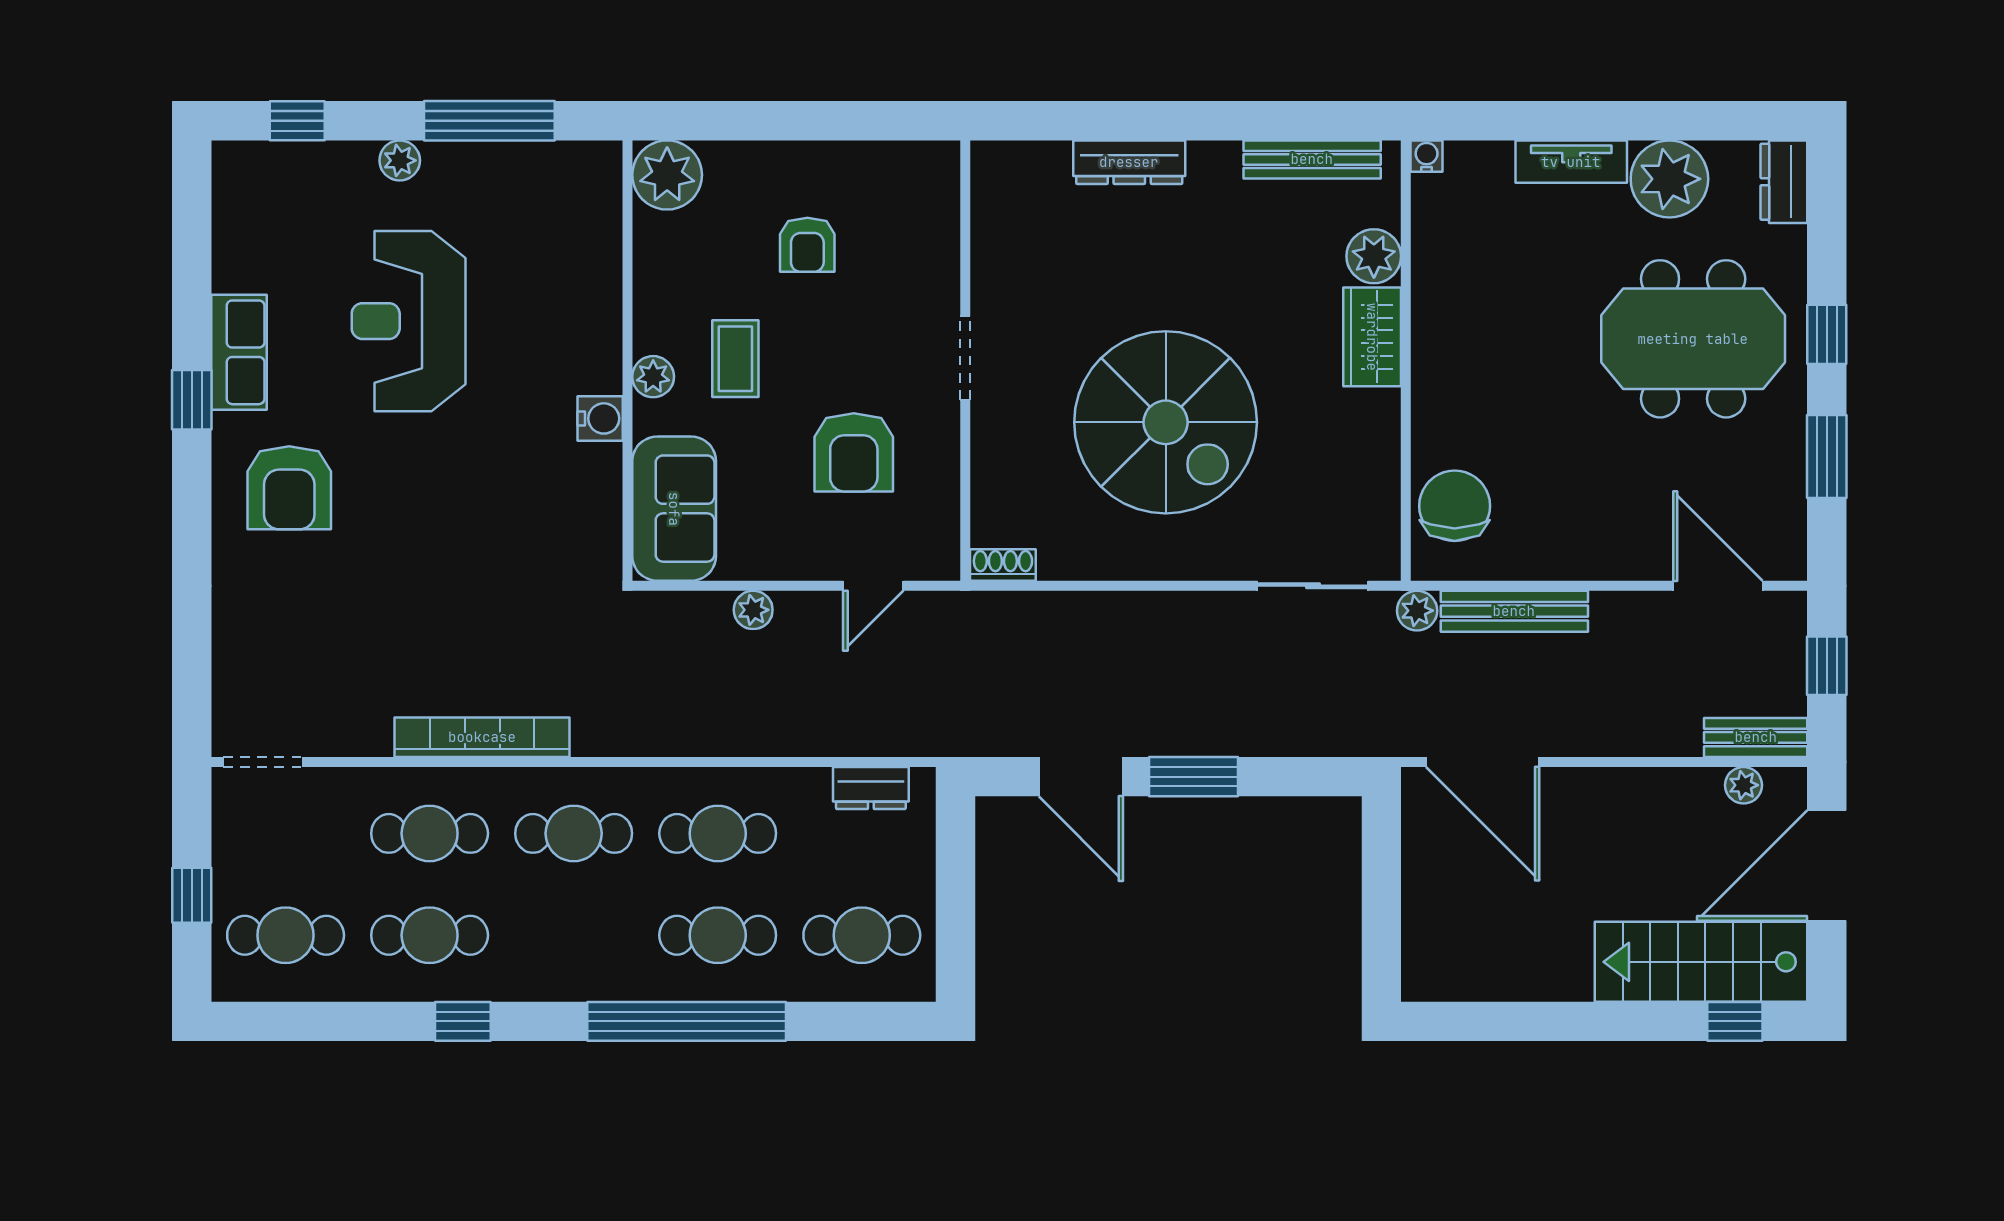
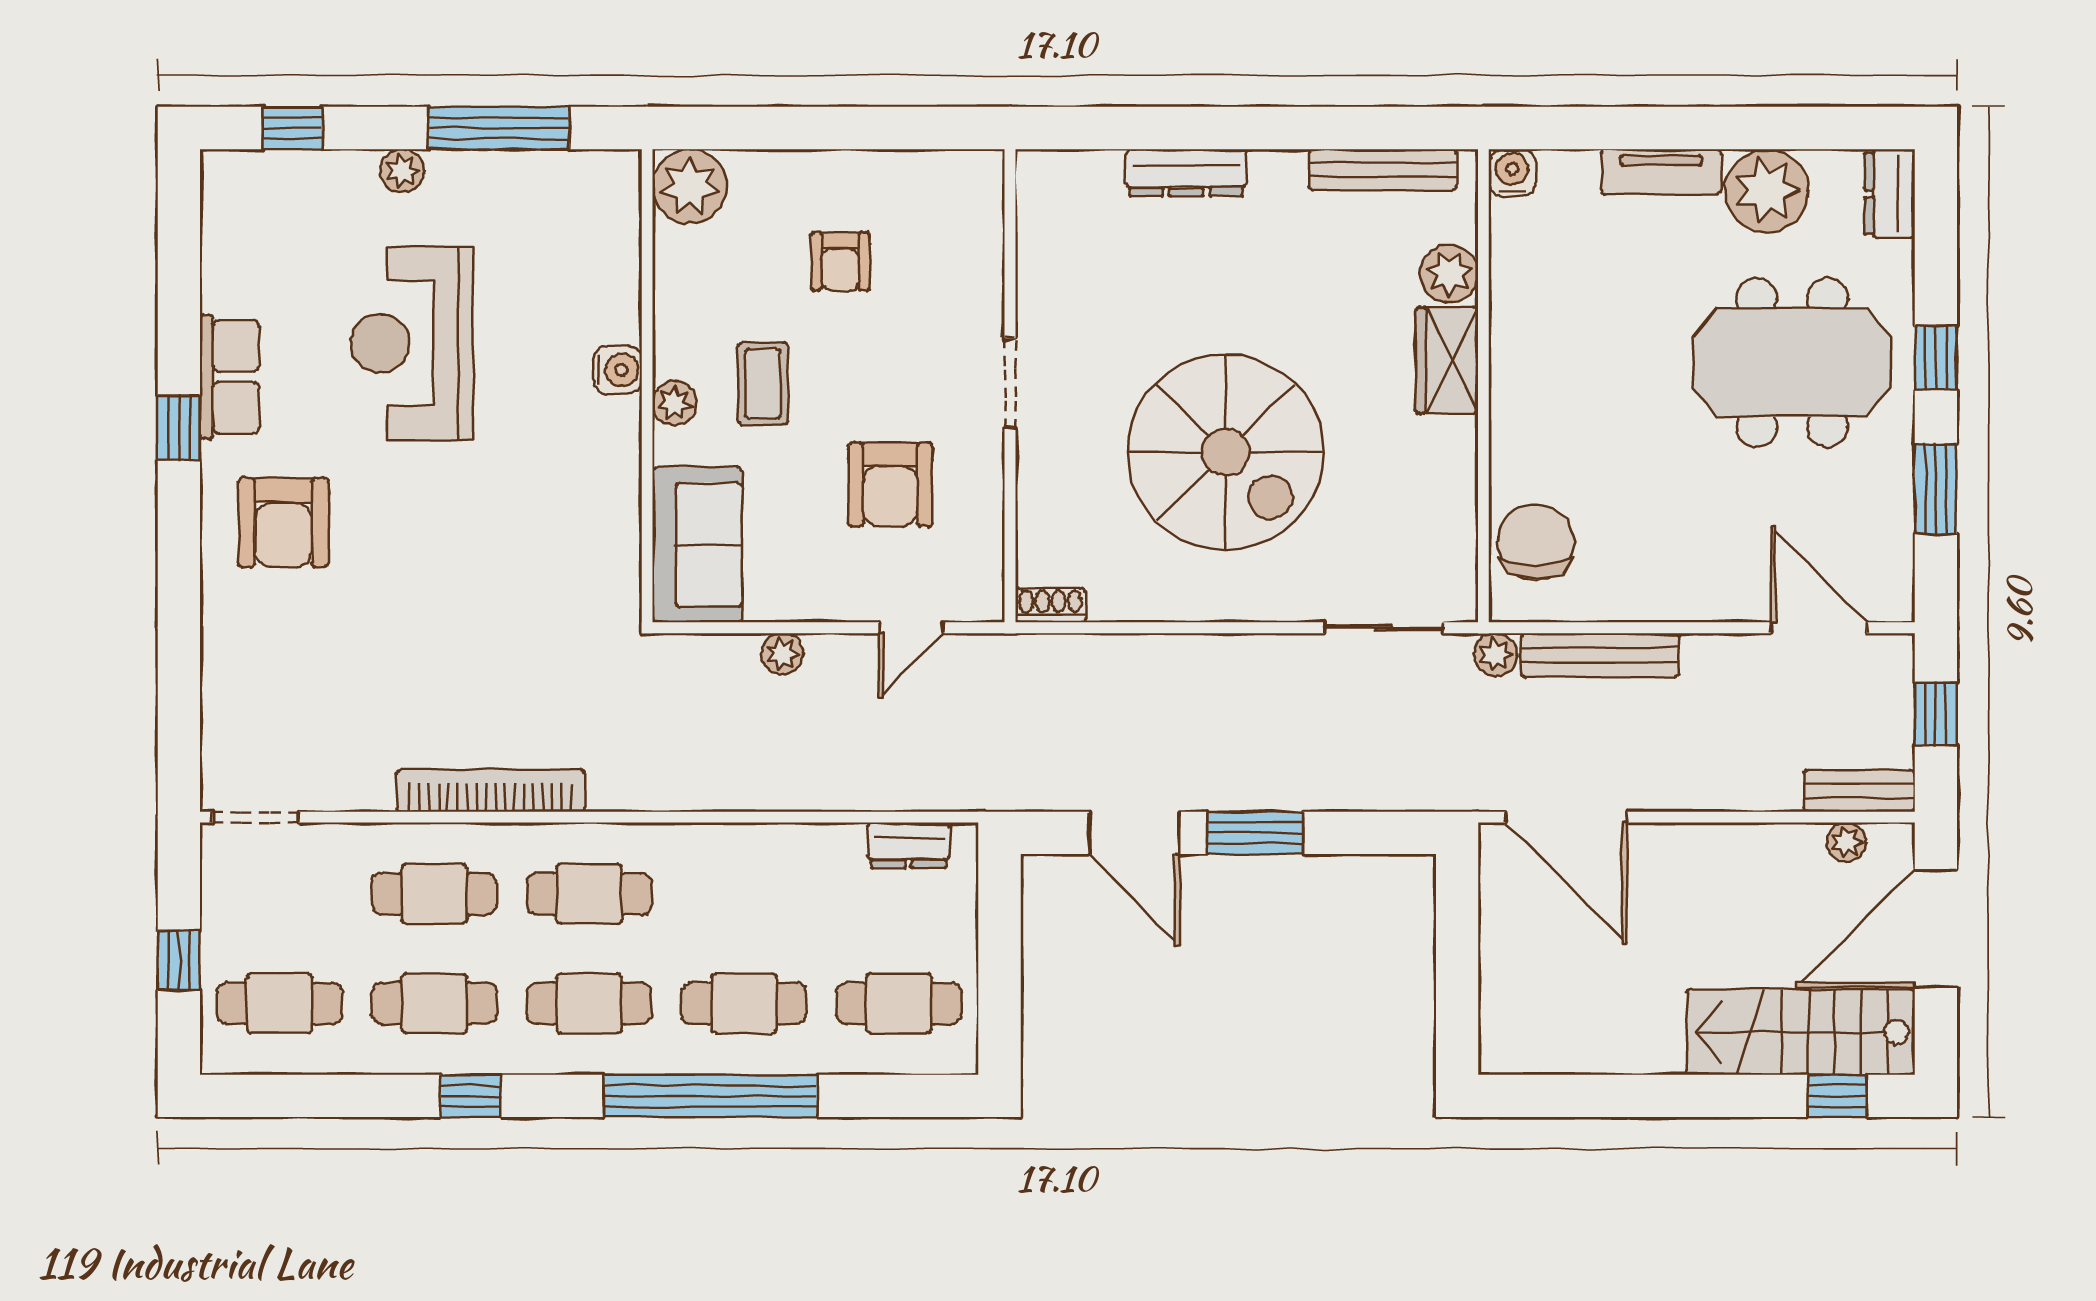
water cooler: (1427, 156) -> (1512, 173), width x1.38, depth x1.38
water cooler: (600, 418) -> (618, 370), moved
cafe table: (718, 833) -> (589, 1003), moved

